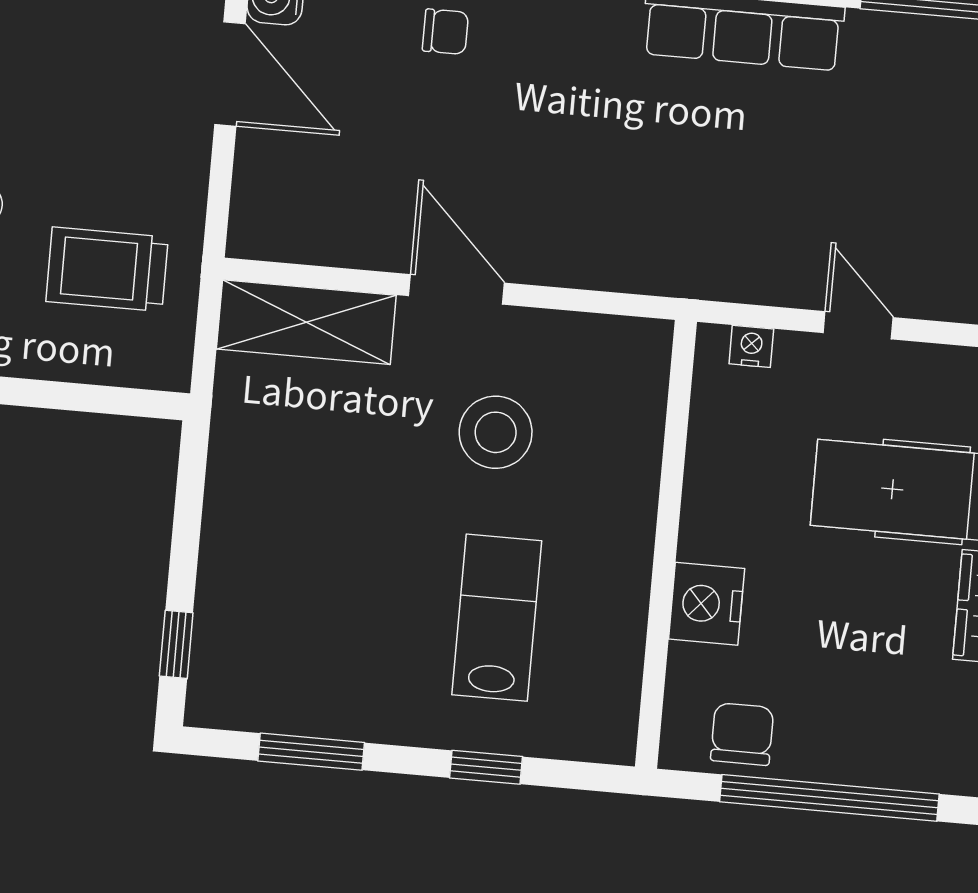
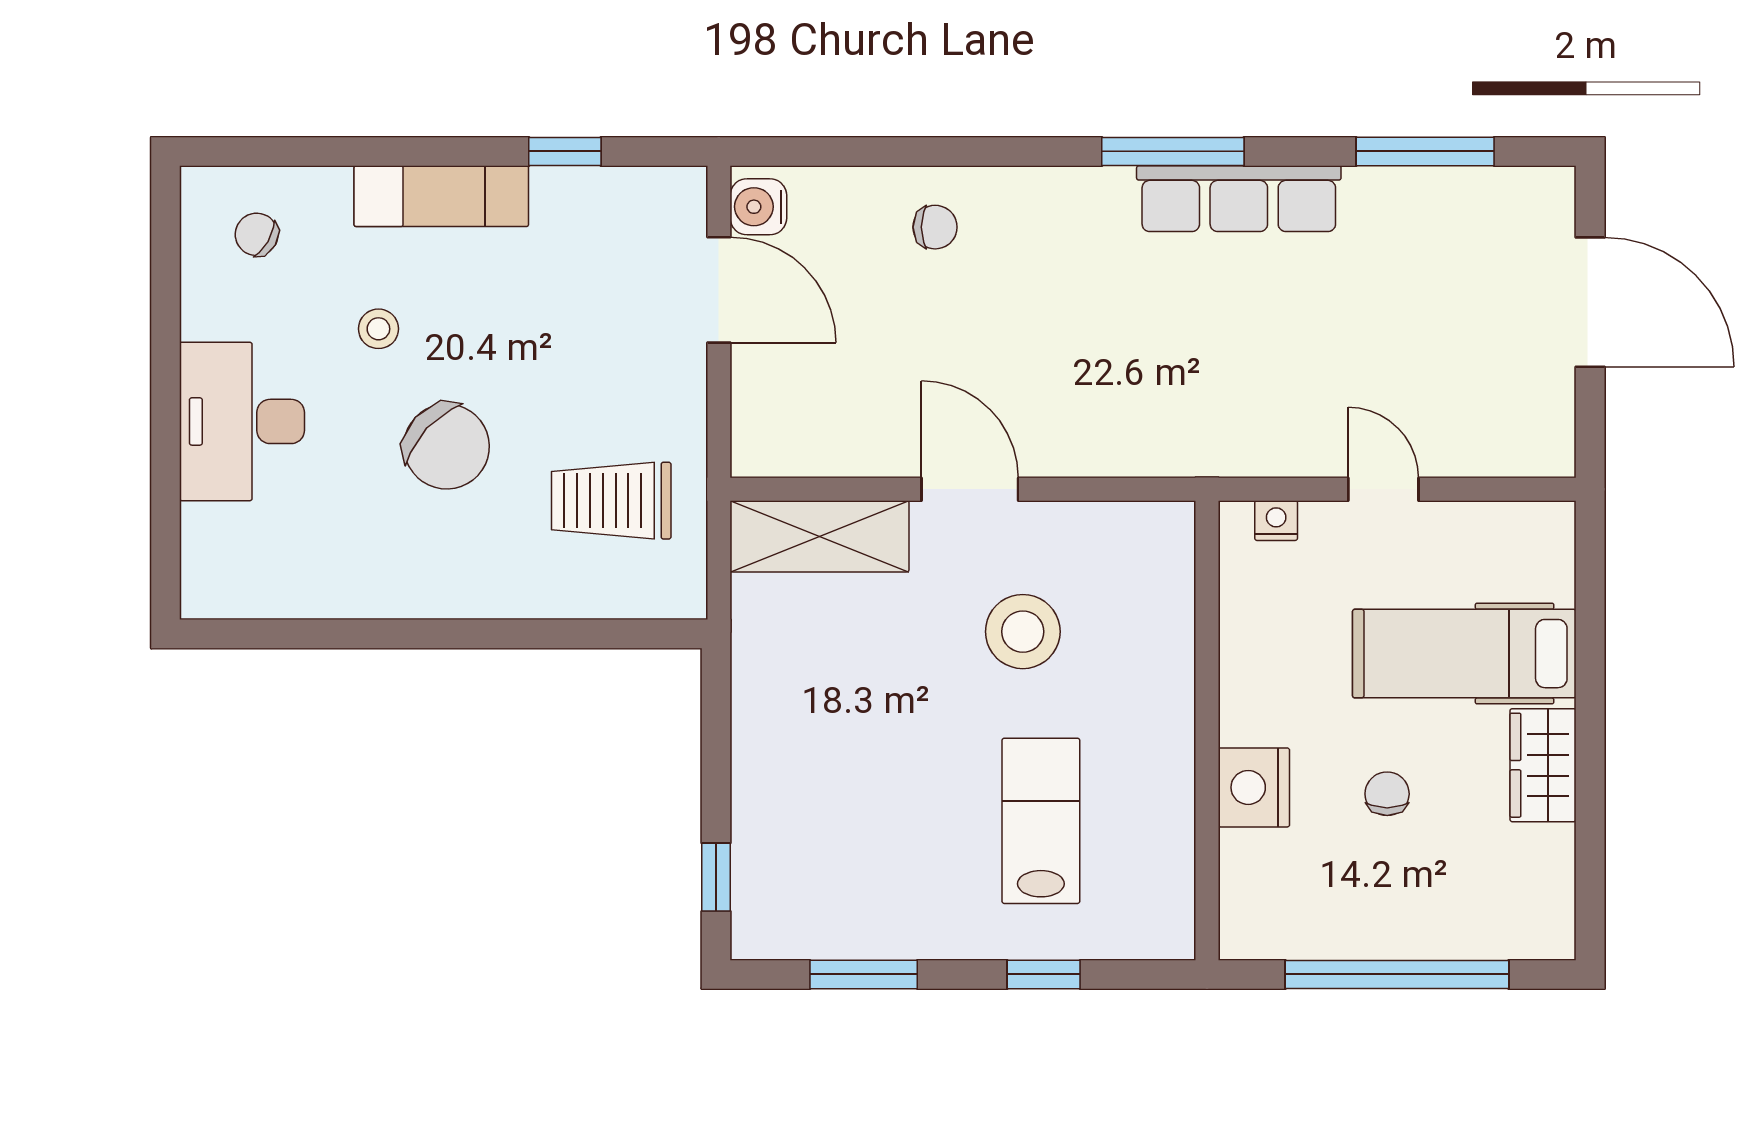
chair: (742, 734) -> (1387, 794), moved, width x0.73, depth x0.73

